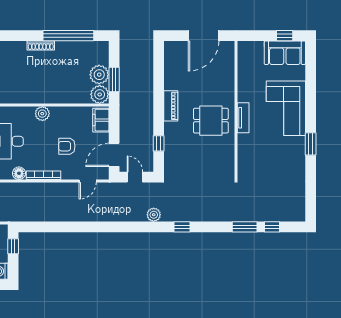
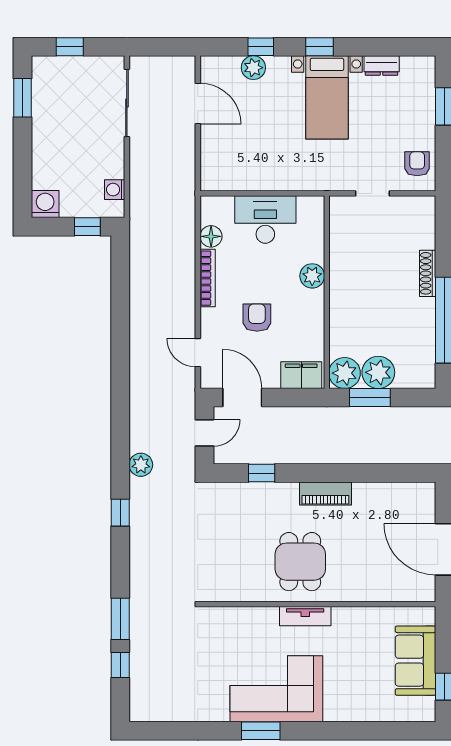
sofa: (285, 53) -> (415, 661), moved
corner sofa: (286, 108) -> (276, 689), moved

